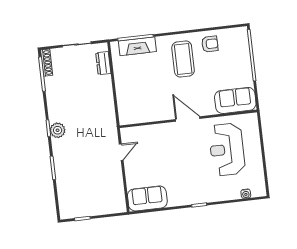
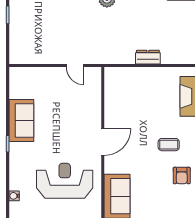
coffee table: (183, 59) -> (169, 145), width x0.54, depth x0.58
dresser: (103, 63) -> (148, 57), moved
sofa: (147, 198) -> (21, 120), moved

